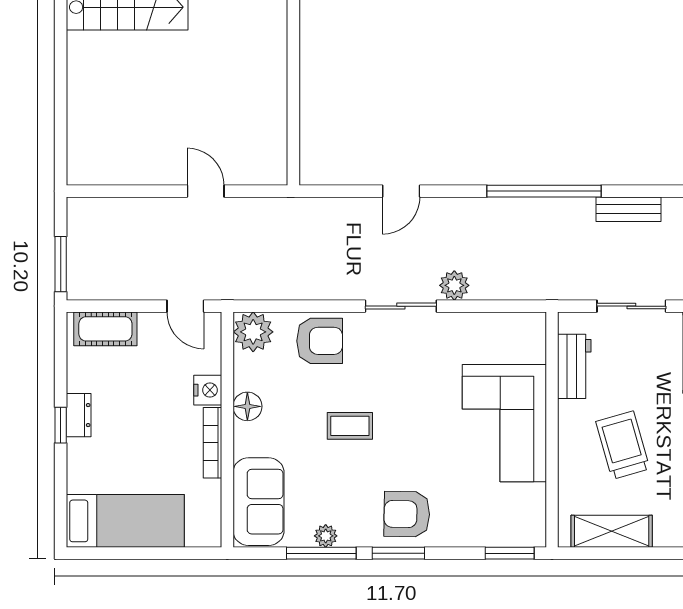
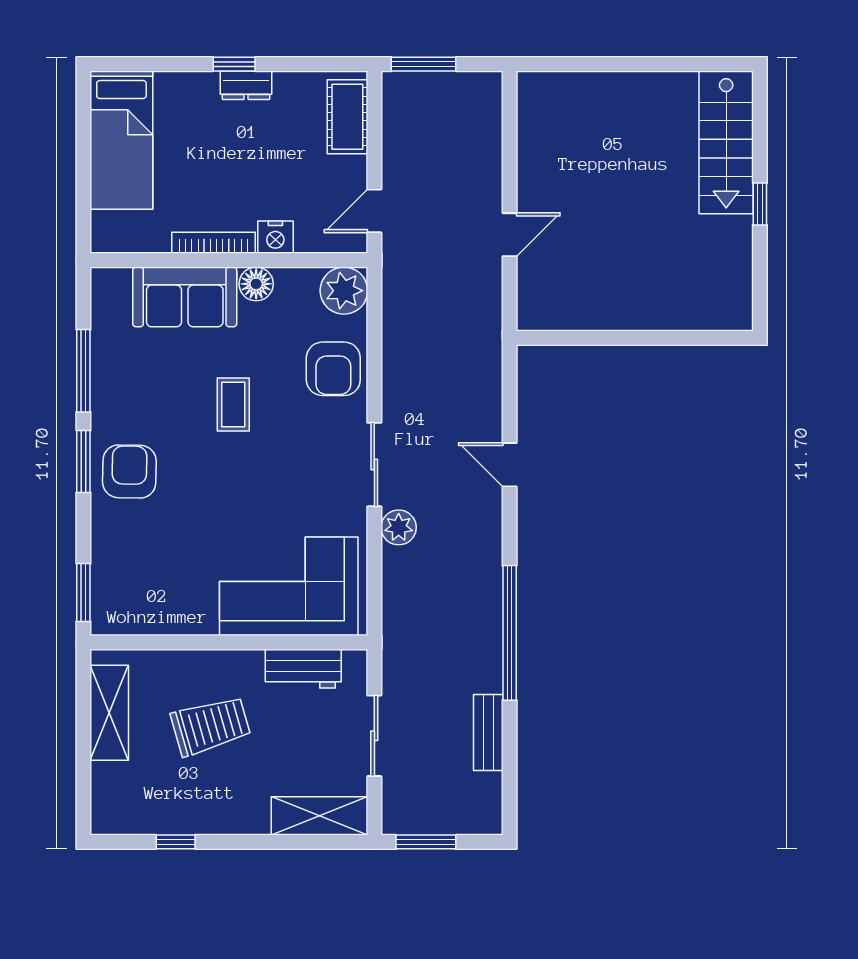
corner sofa: (504, 423) -> (289, 586), moved
sofa: (258, 502) -> (185, 297), moved
plant: (326, 536) -> (104, 376), removed

